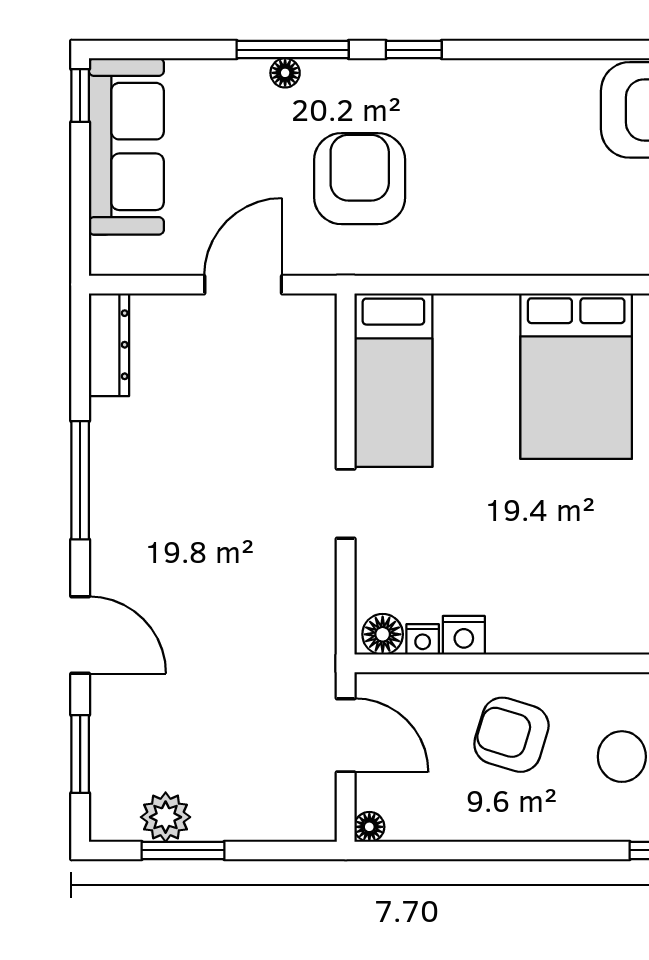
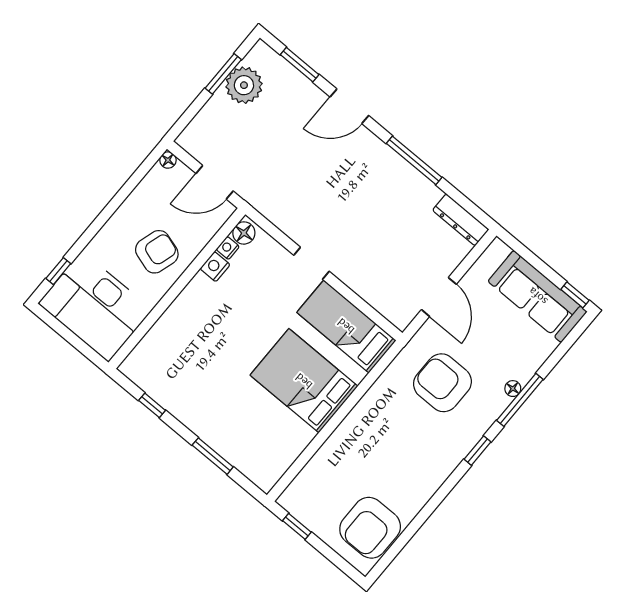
armchair: (360, 179) -> (442, 383), turned 180
bed: (576, 376) -> (304, 381), moved
plant: (166, 817) -> (244, 85), width x1.36, depth x1.36

